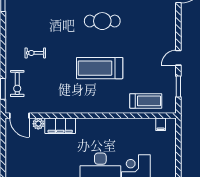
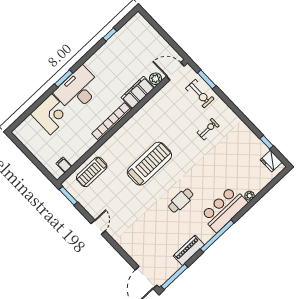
cafe table: (102, 21) -> (181, 201), width x0.73, depth x0.74
exercise bike: (17, 84) -> (200, 94), turned 180
window: (178, 86) -> (68, 196), moved
bookcase: (98, 123) -> (112, 122), added

